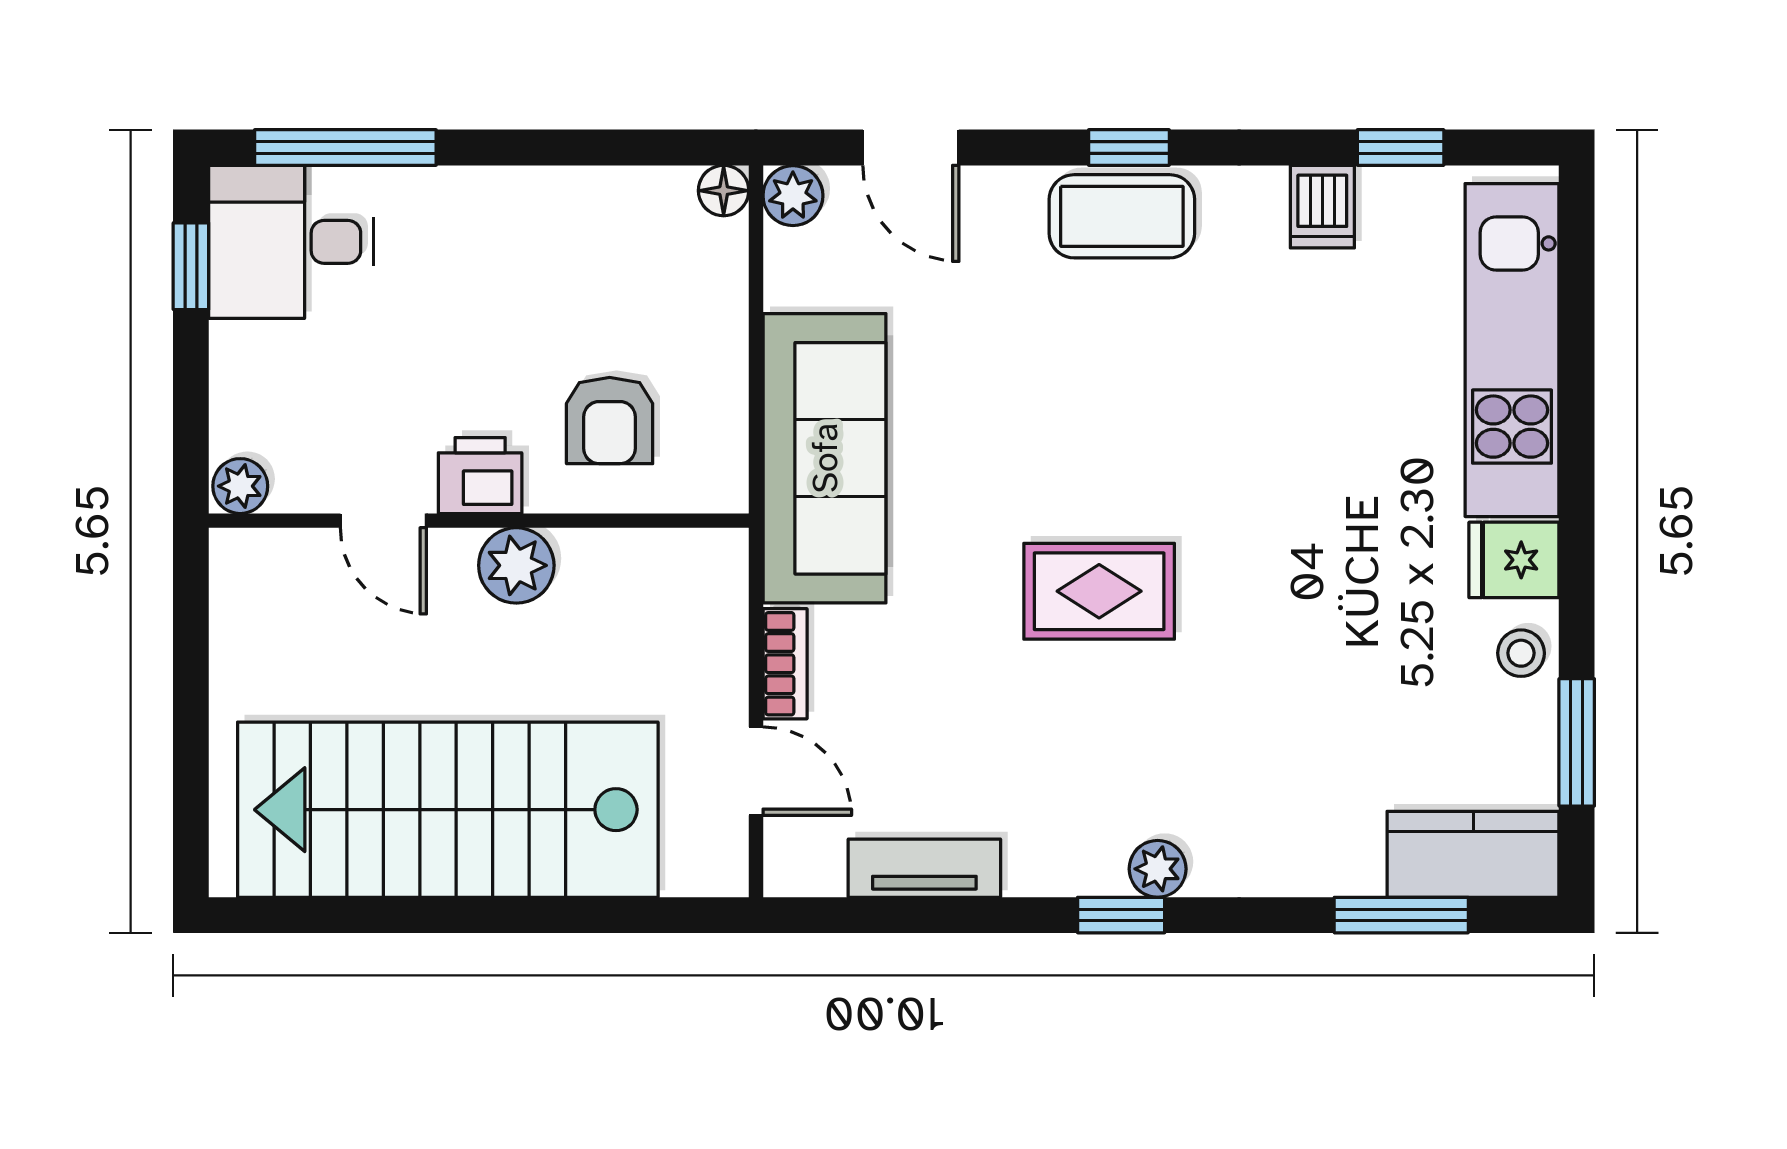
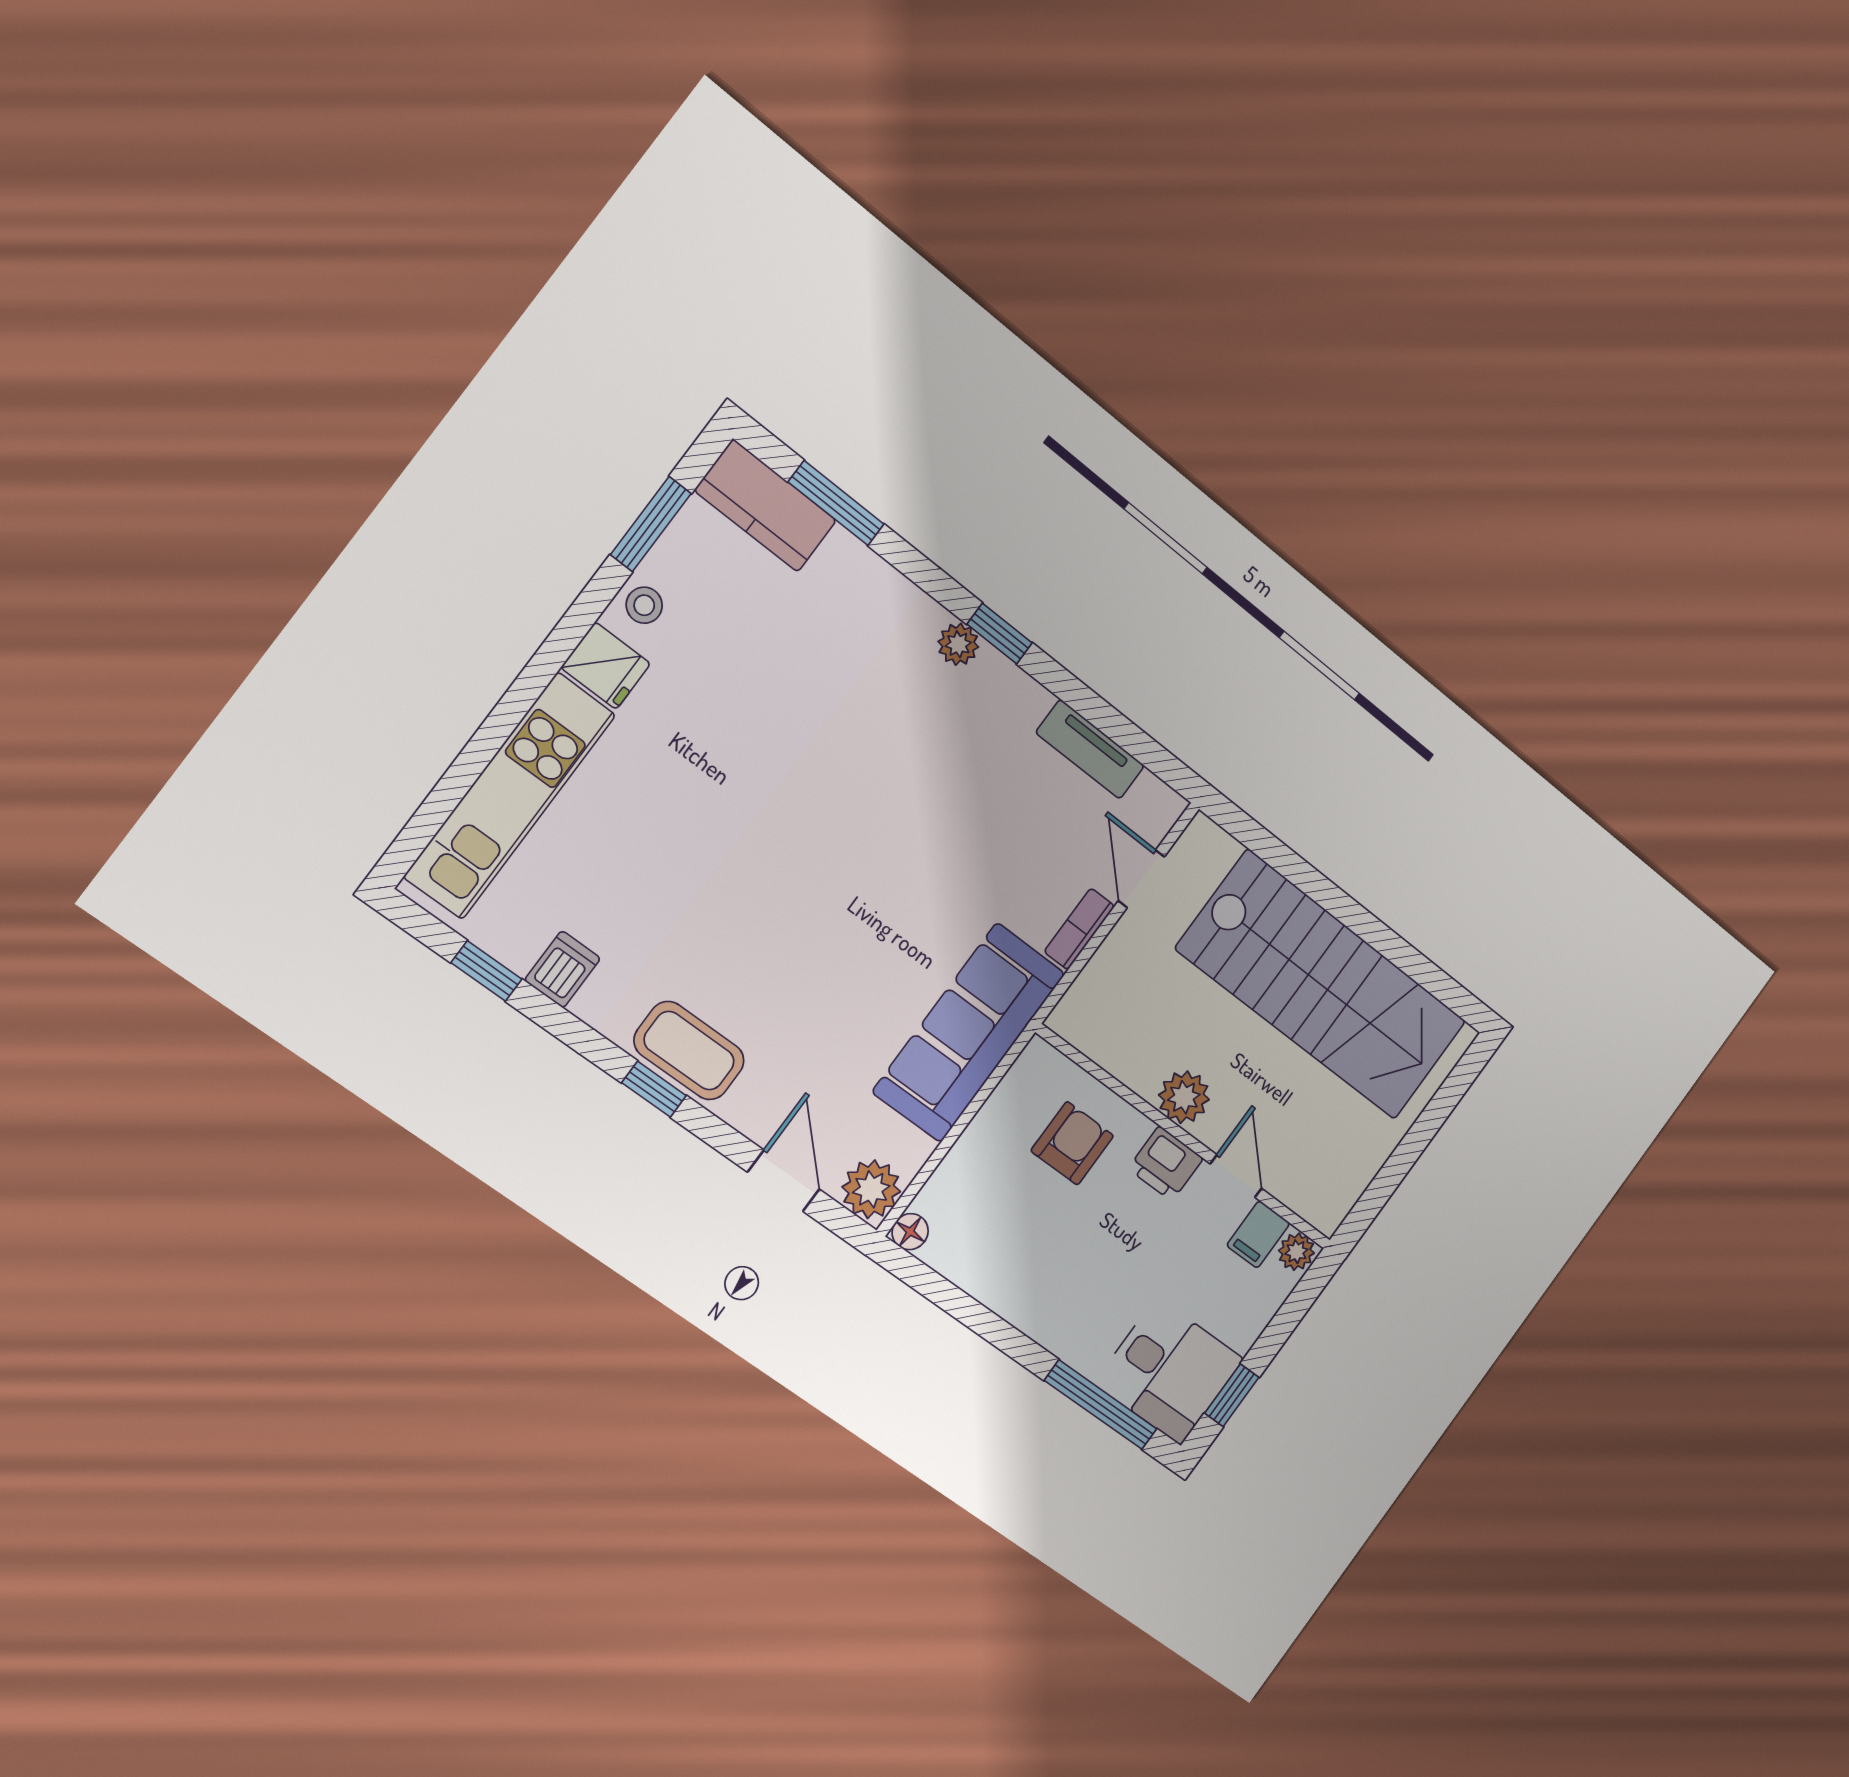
plant: (793, 196) -> (871, 1189), width x1.38, depth x1.38
filing cabinet: (304, 473) -> (1258, 1234), added
rug: (1099, 591) -> (870, 836), removed

